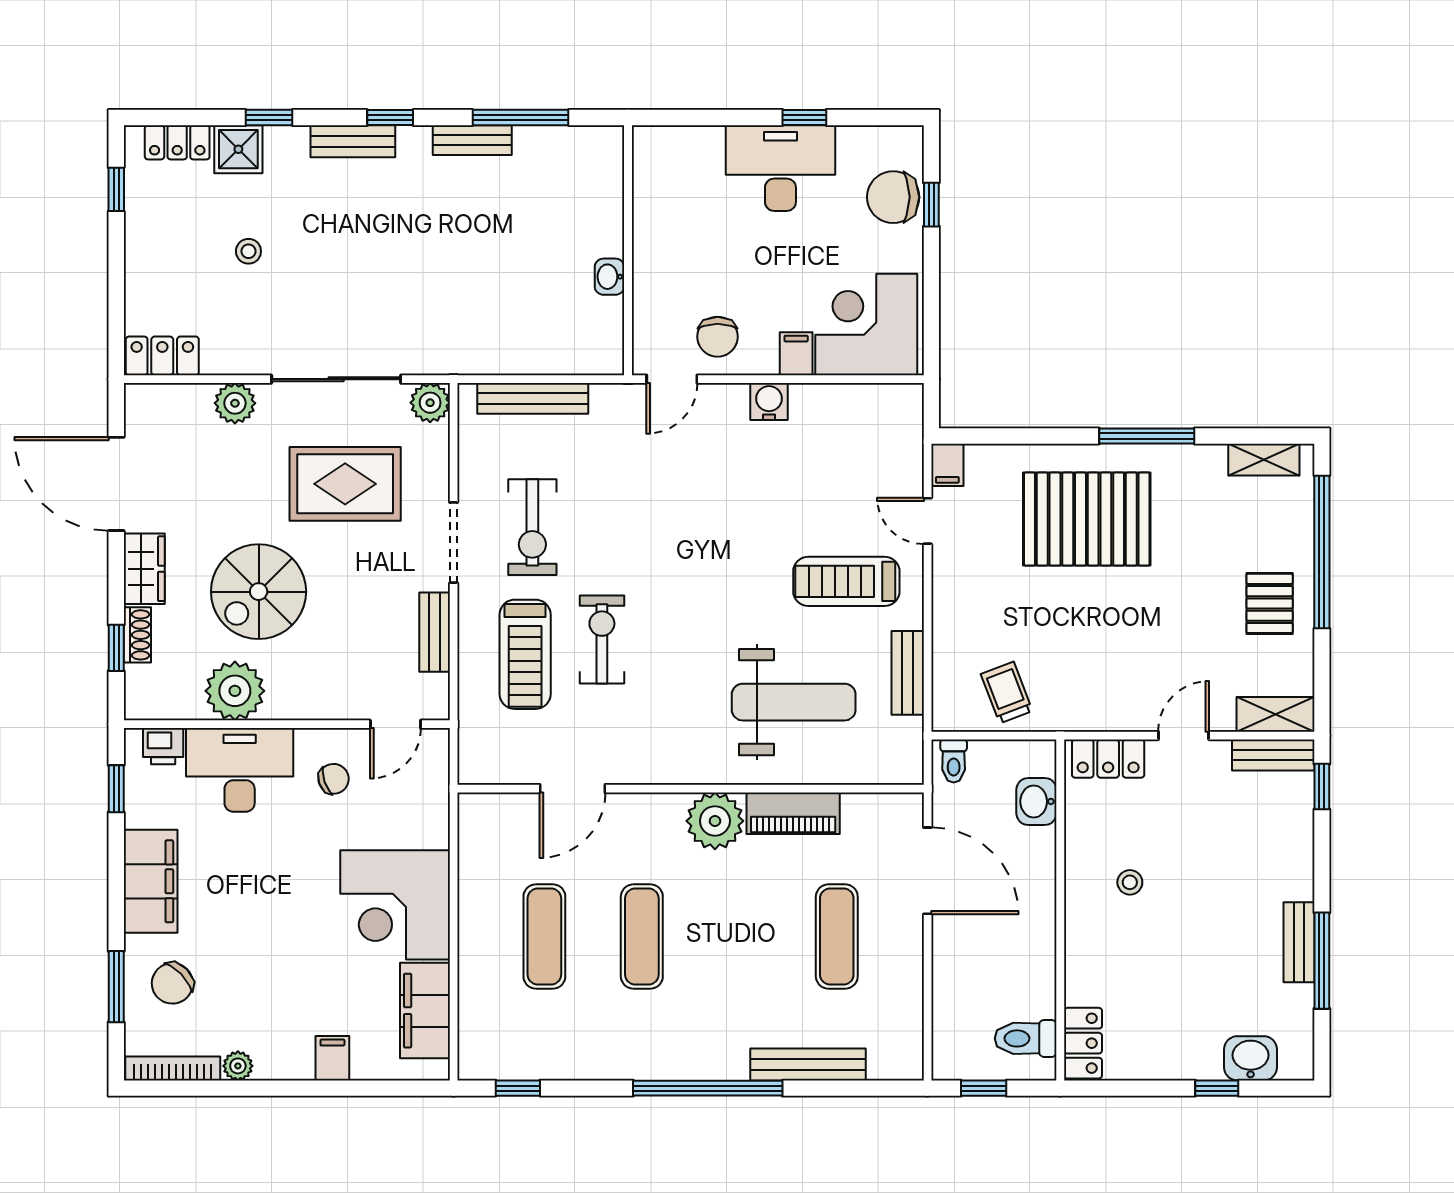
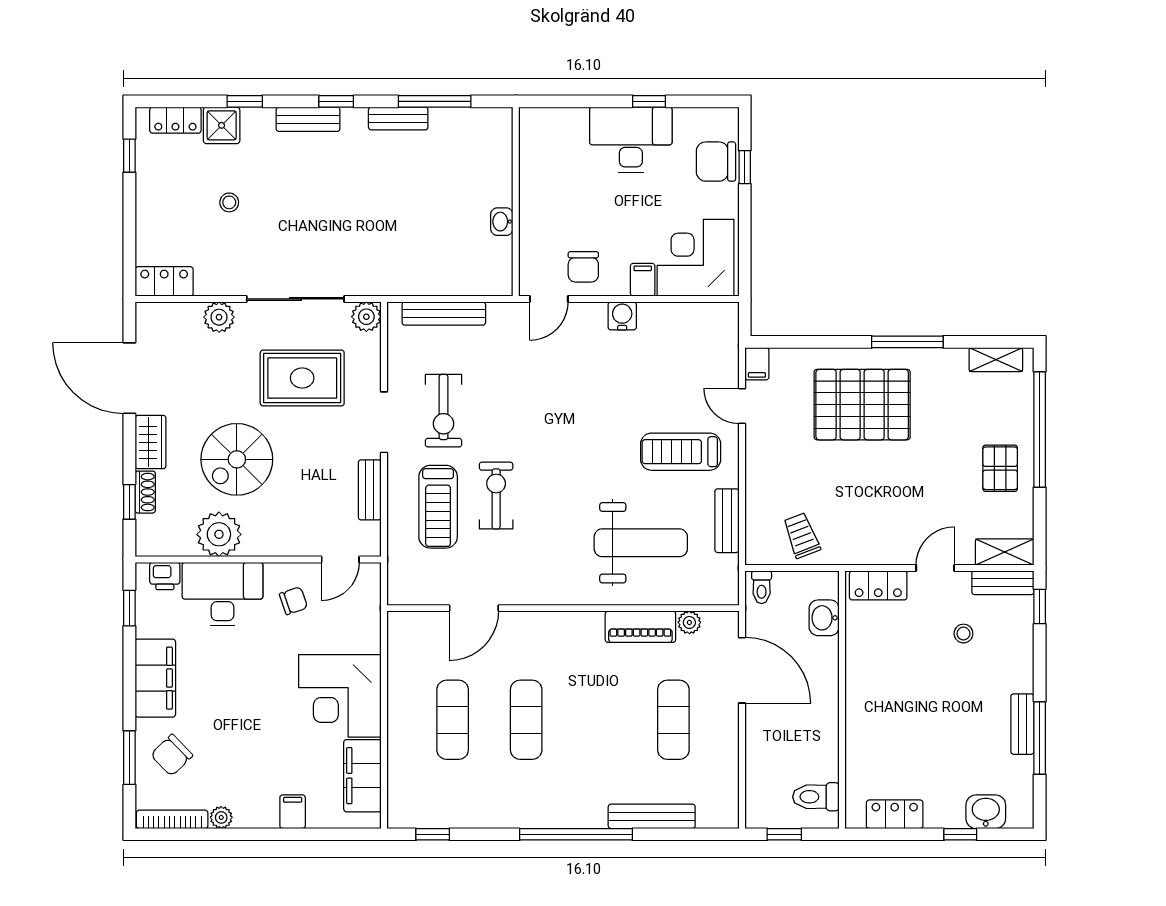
plant: (715, 821) -> (689, 622), moved, width x0.53, depth x0.53
stool: (1130, 882) -> (963, 634), moved
locker: (1083, 1043) -> (895, 814), moved, turned -90

